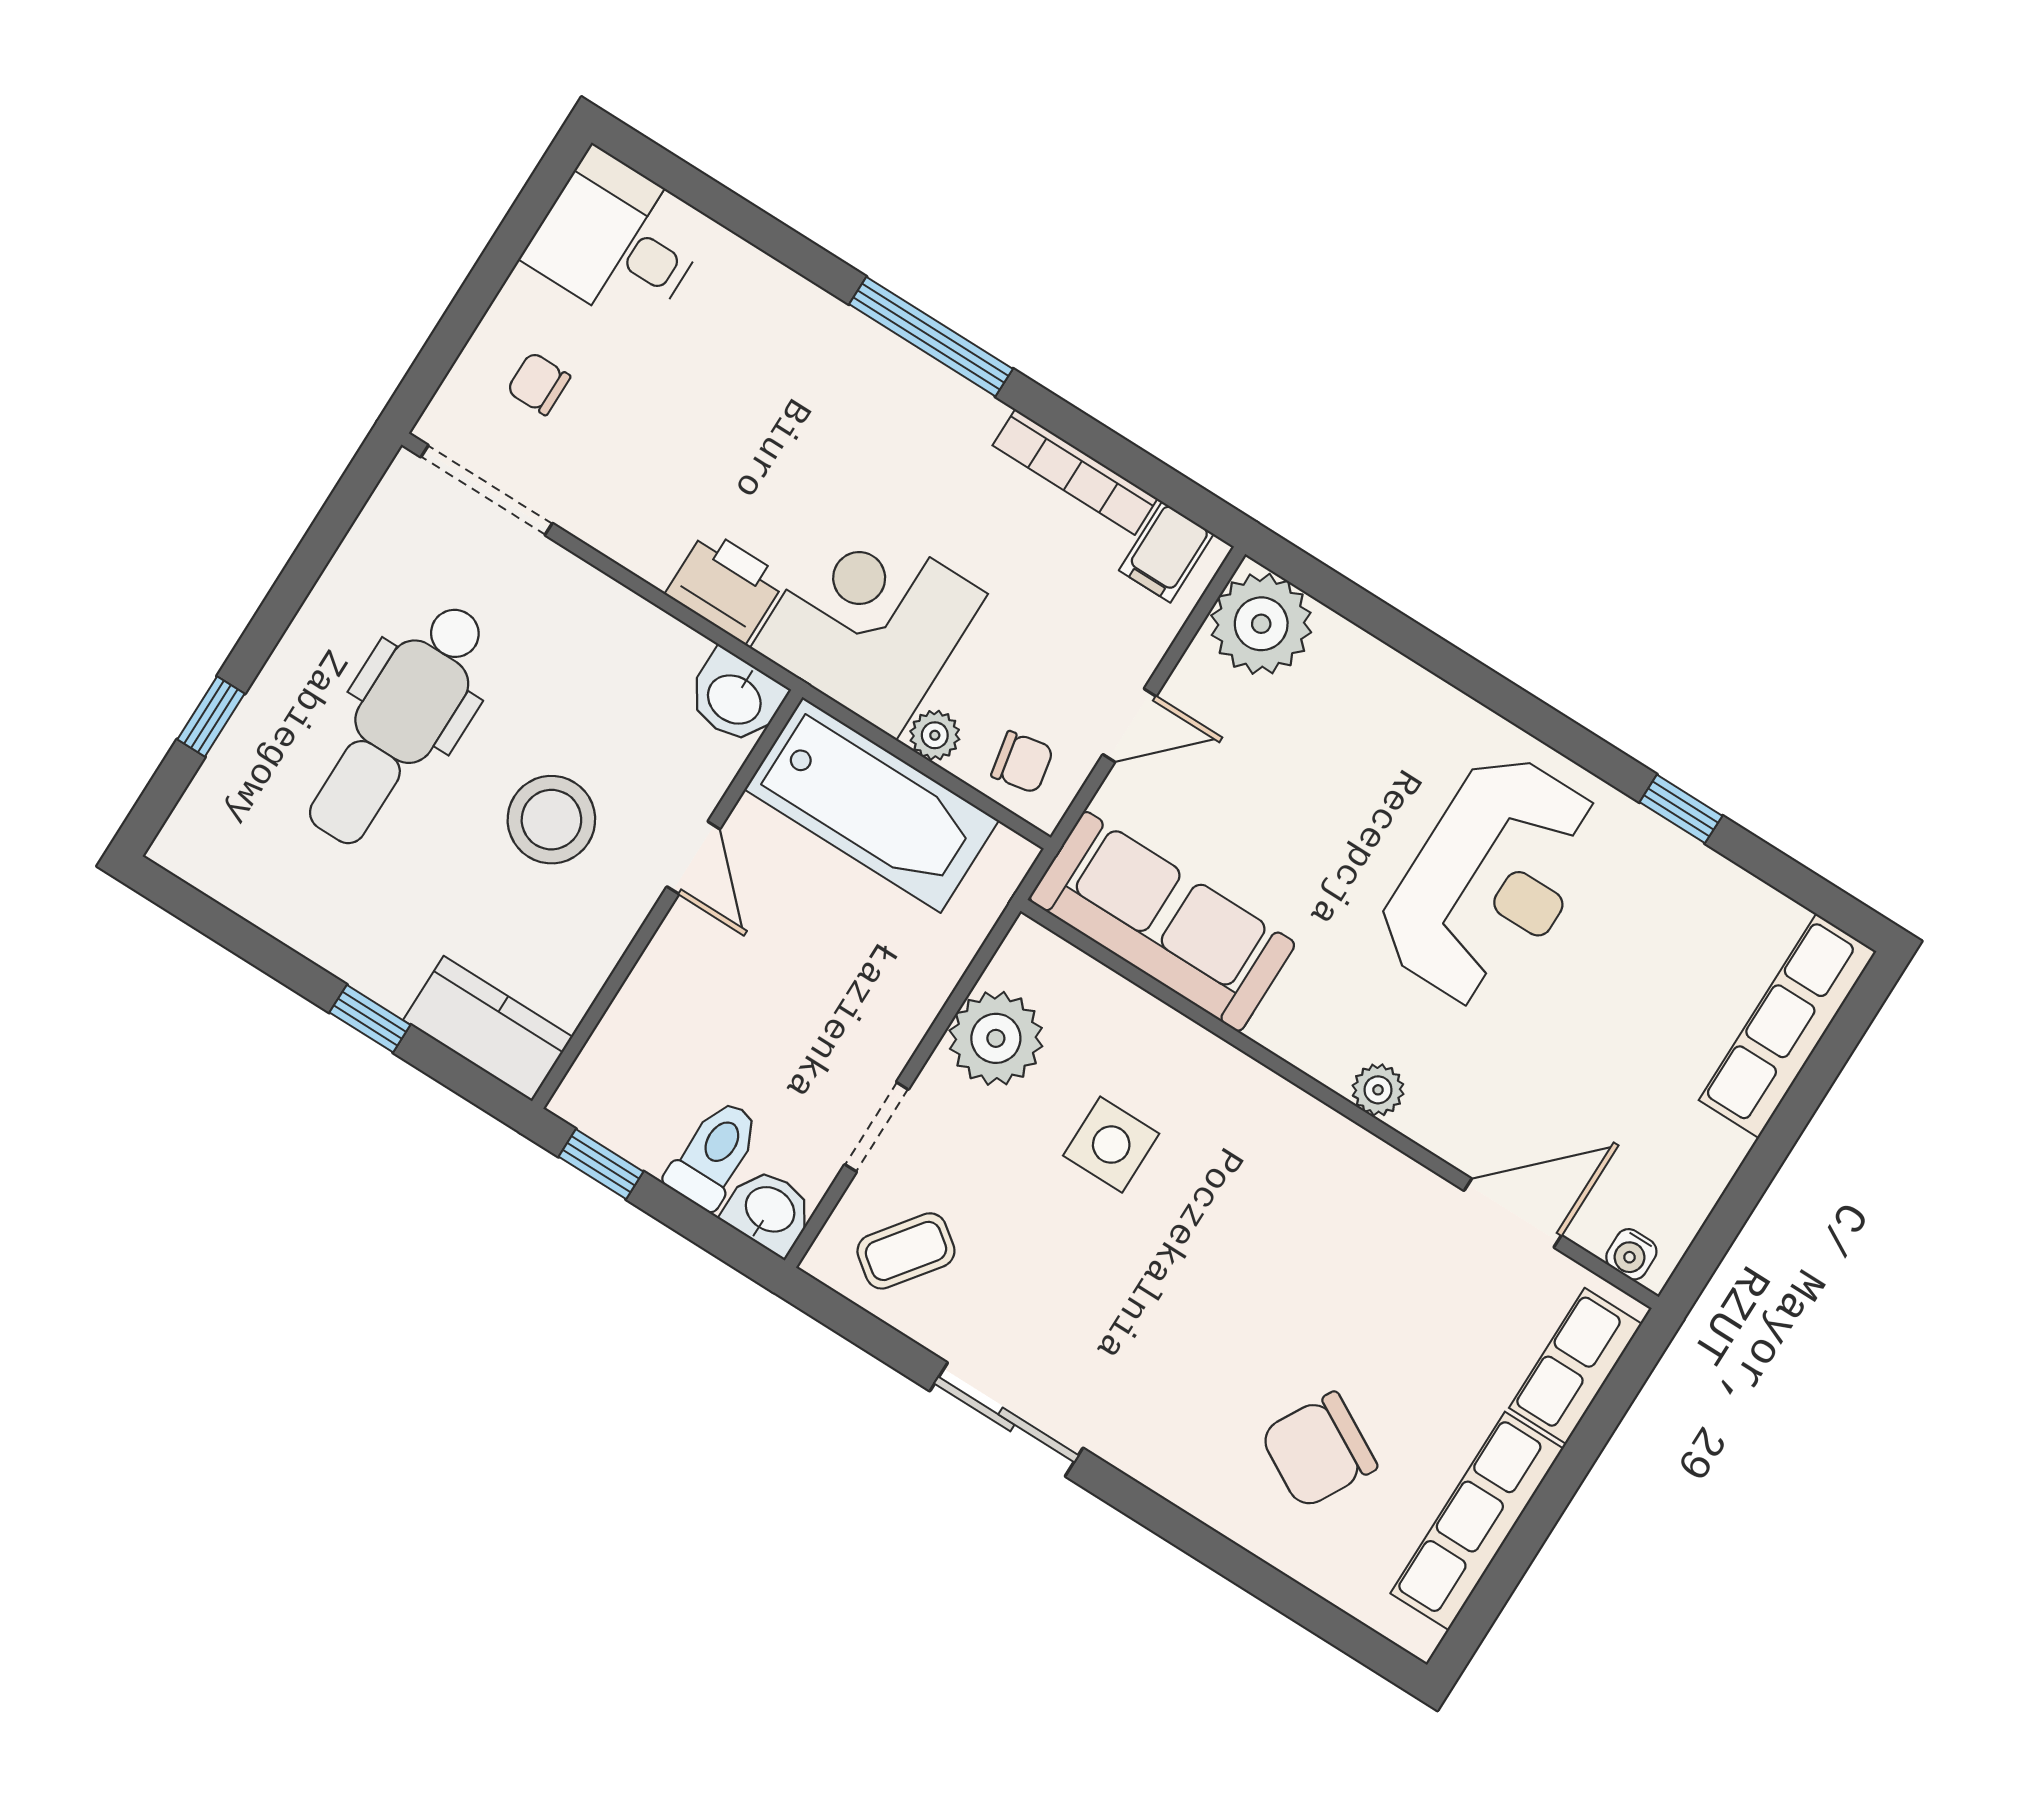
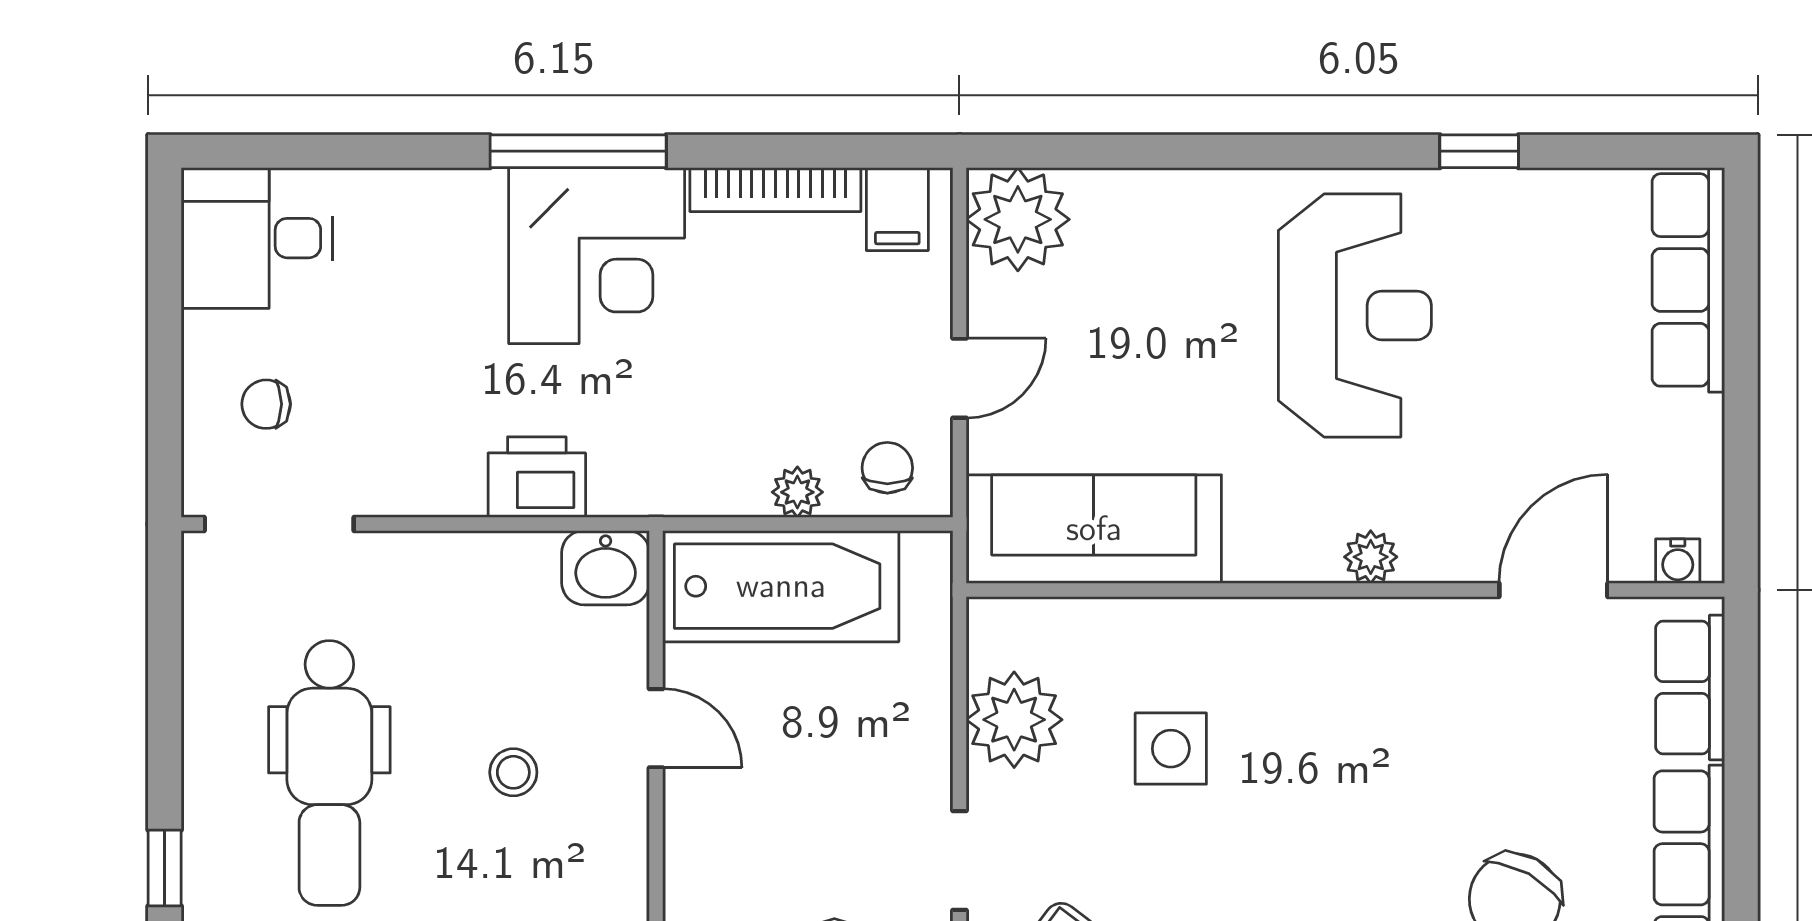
corner desk: (869, 621) -> (597, 256), moved, turned 180
chair: (1022, 762) -> (887, 468), turned -79
stool: (551, 820) -> (513, 772), width x0.53, depth x0.53

